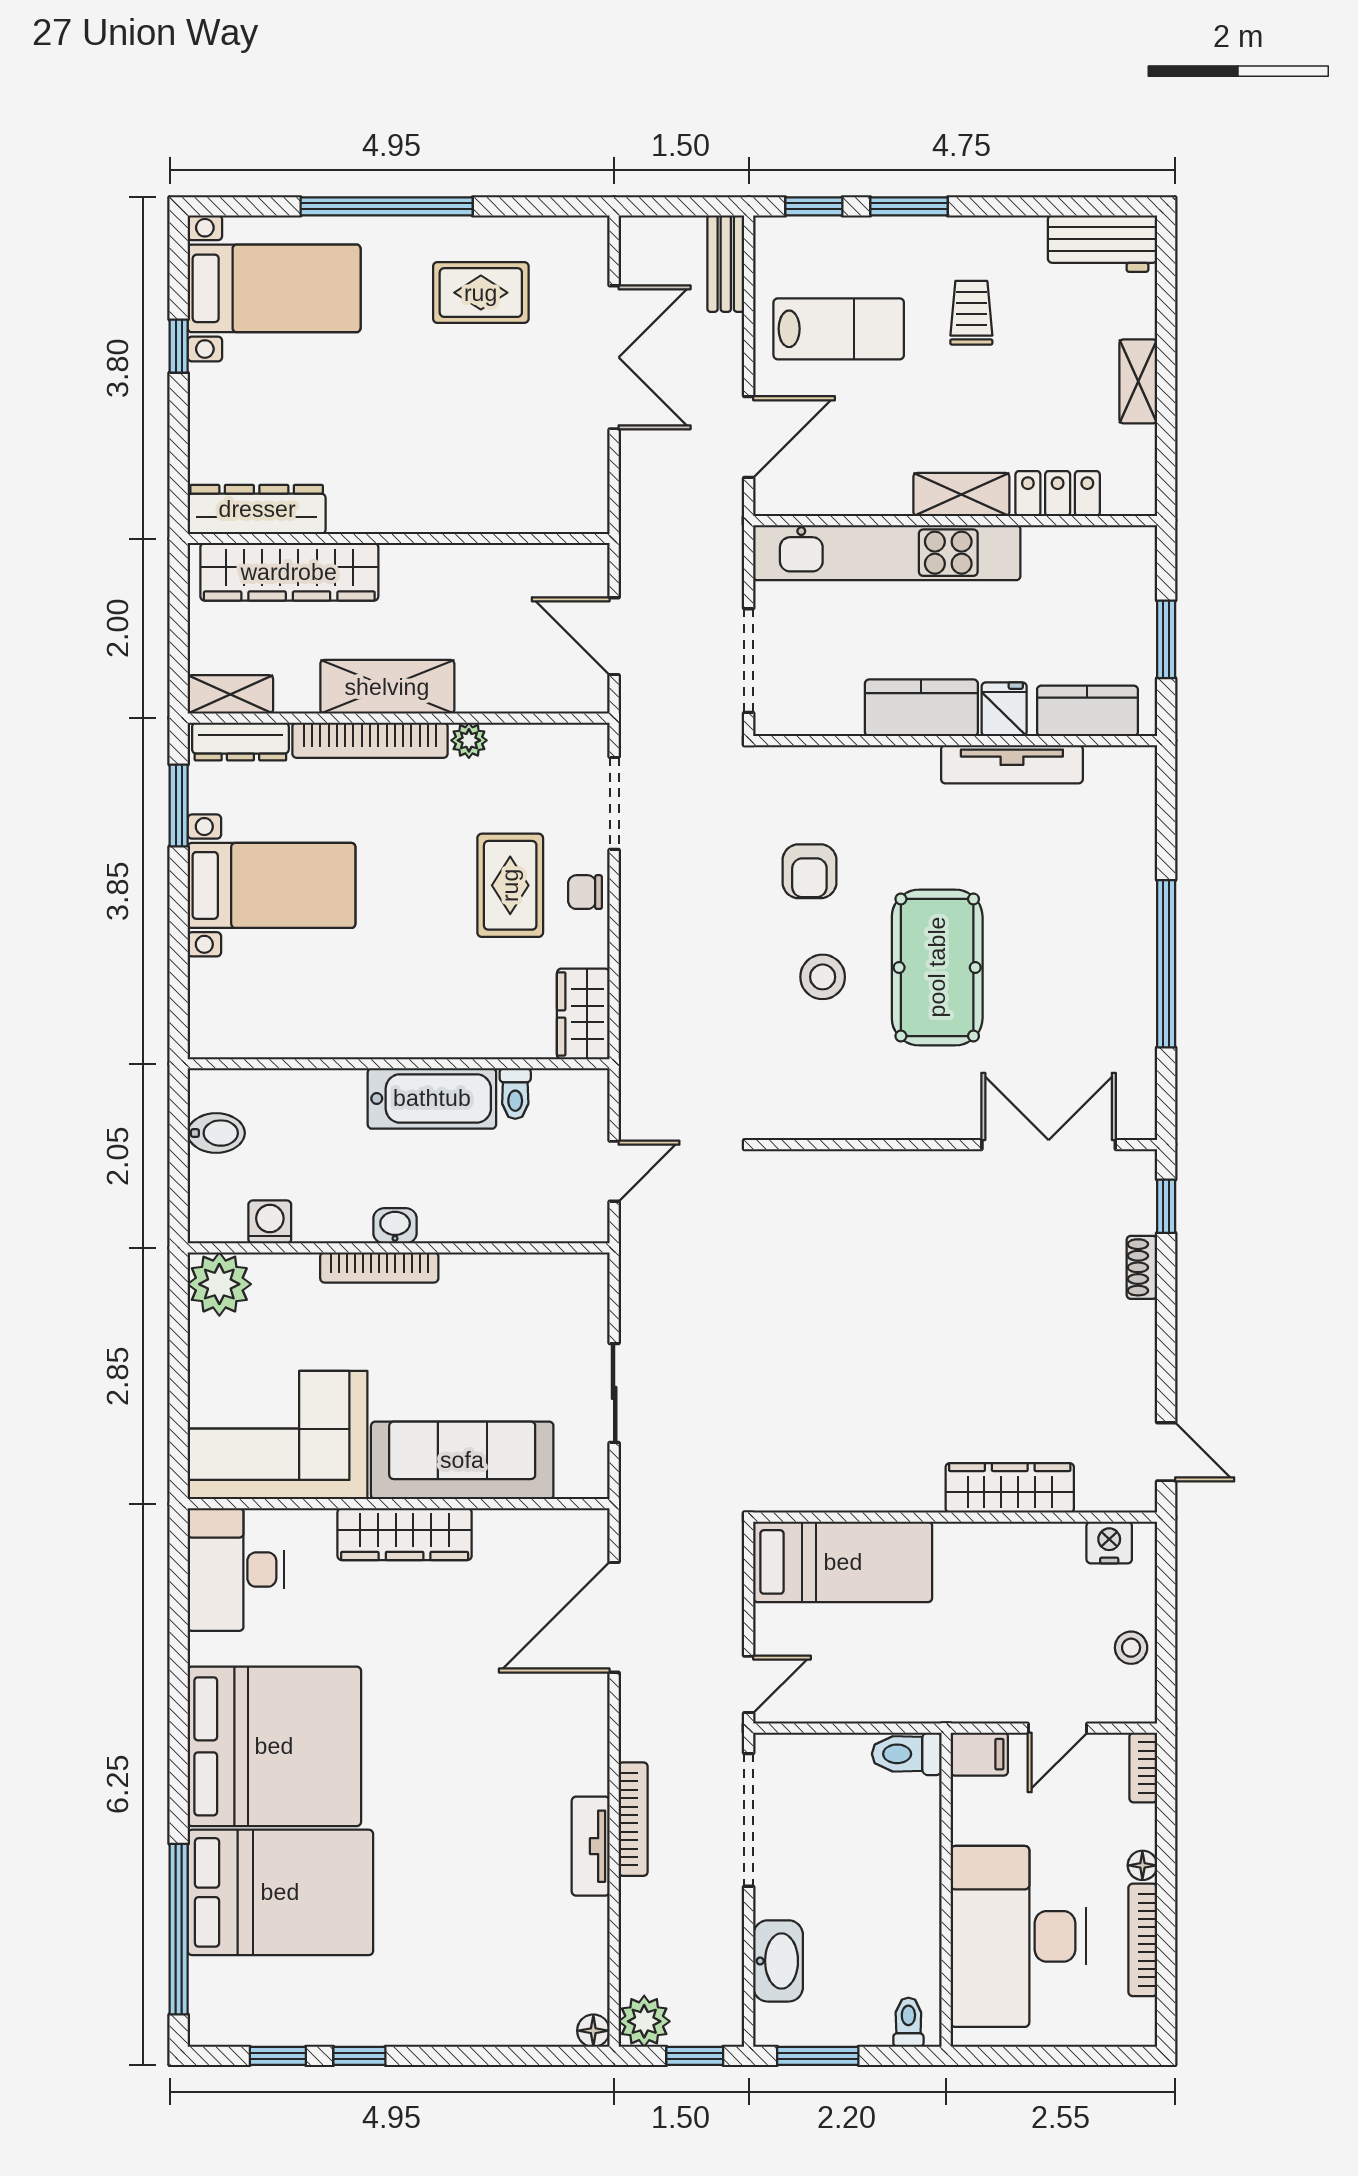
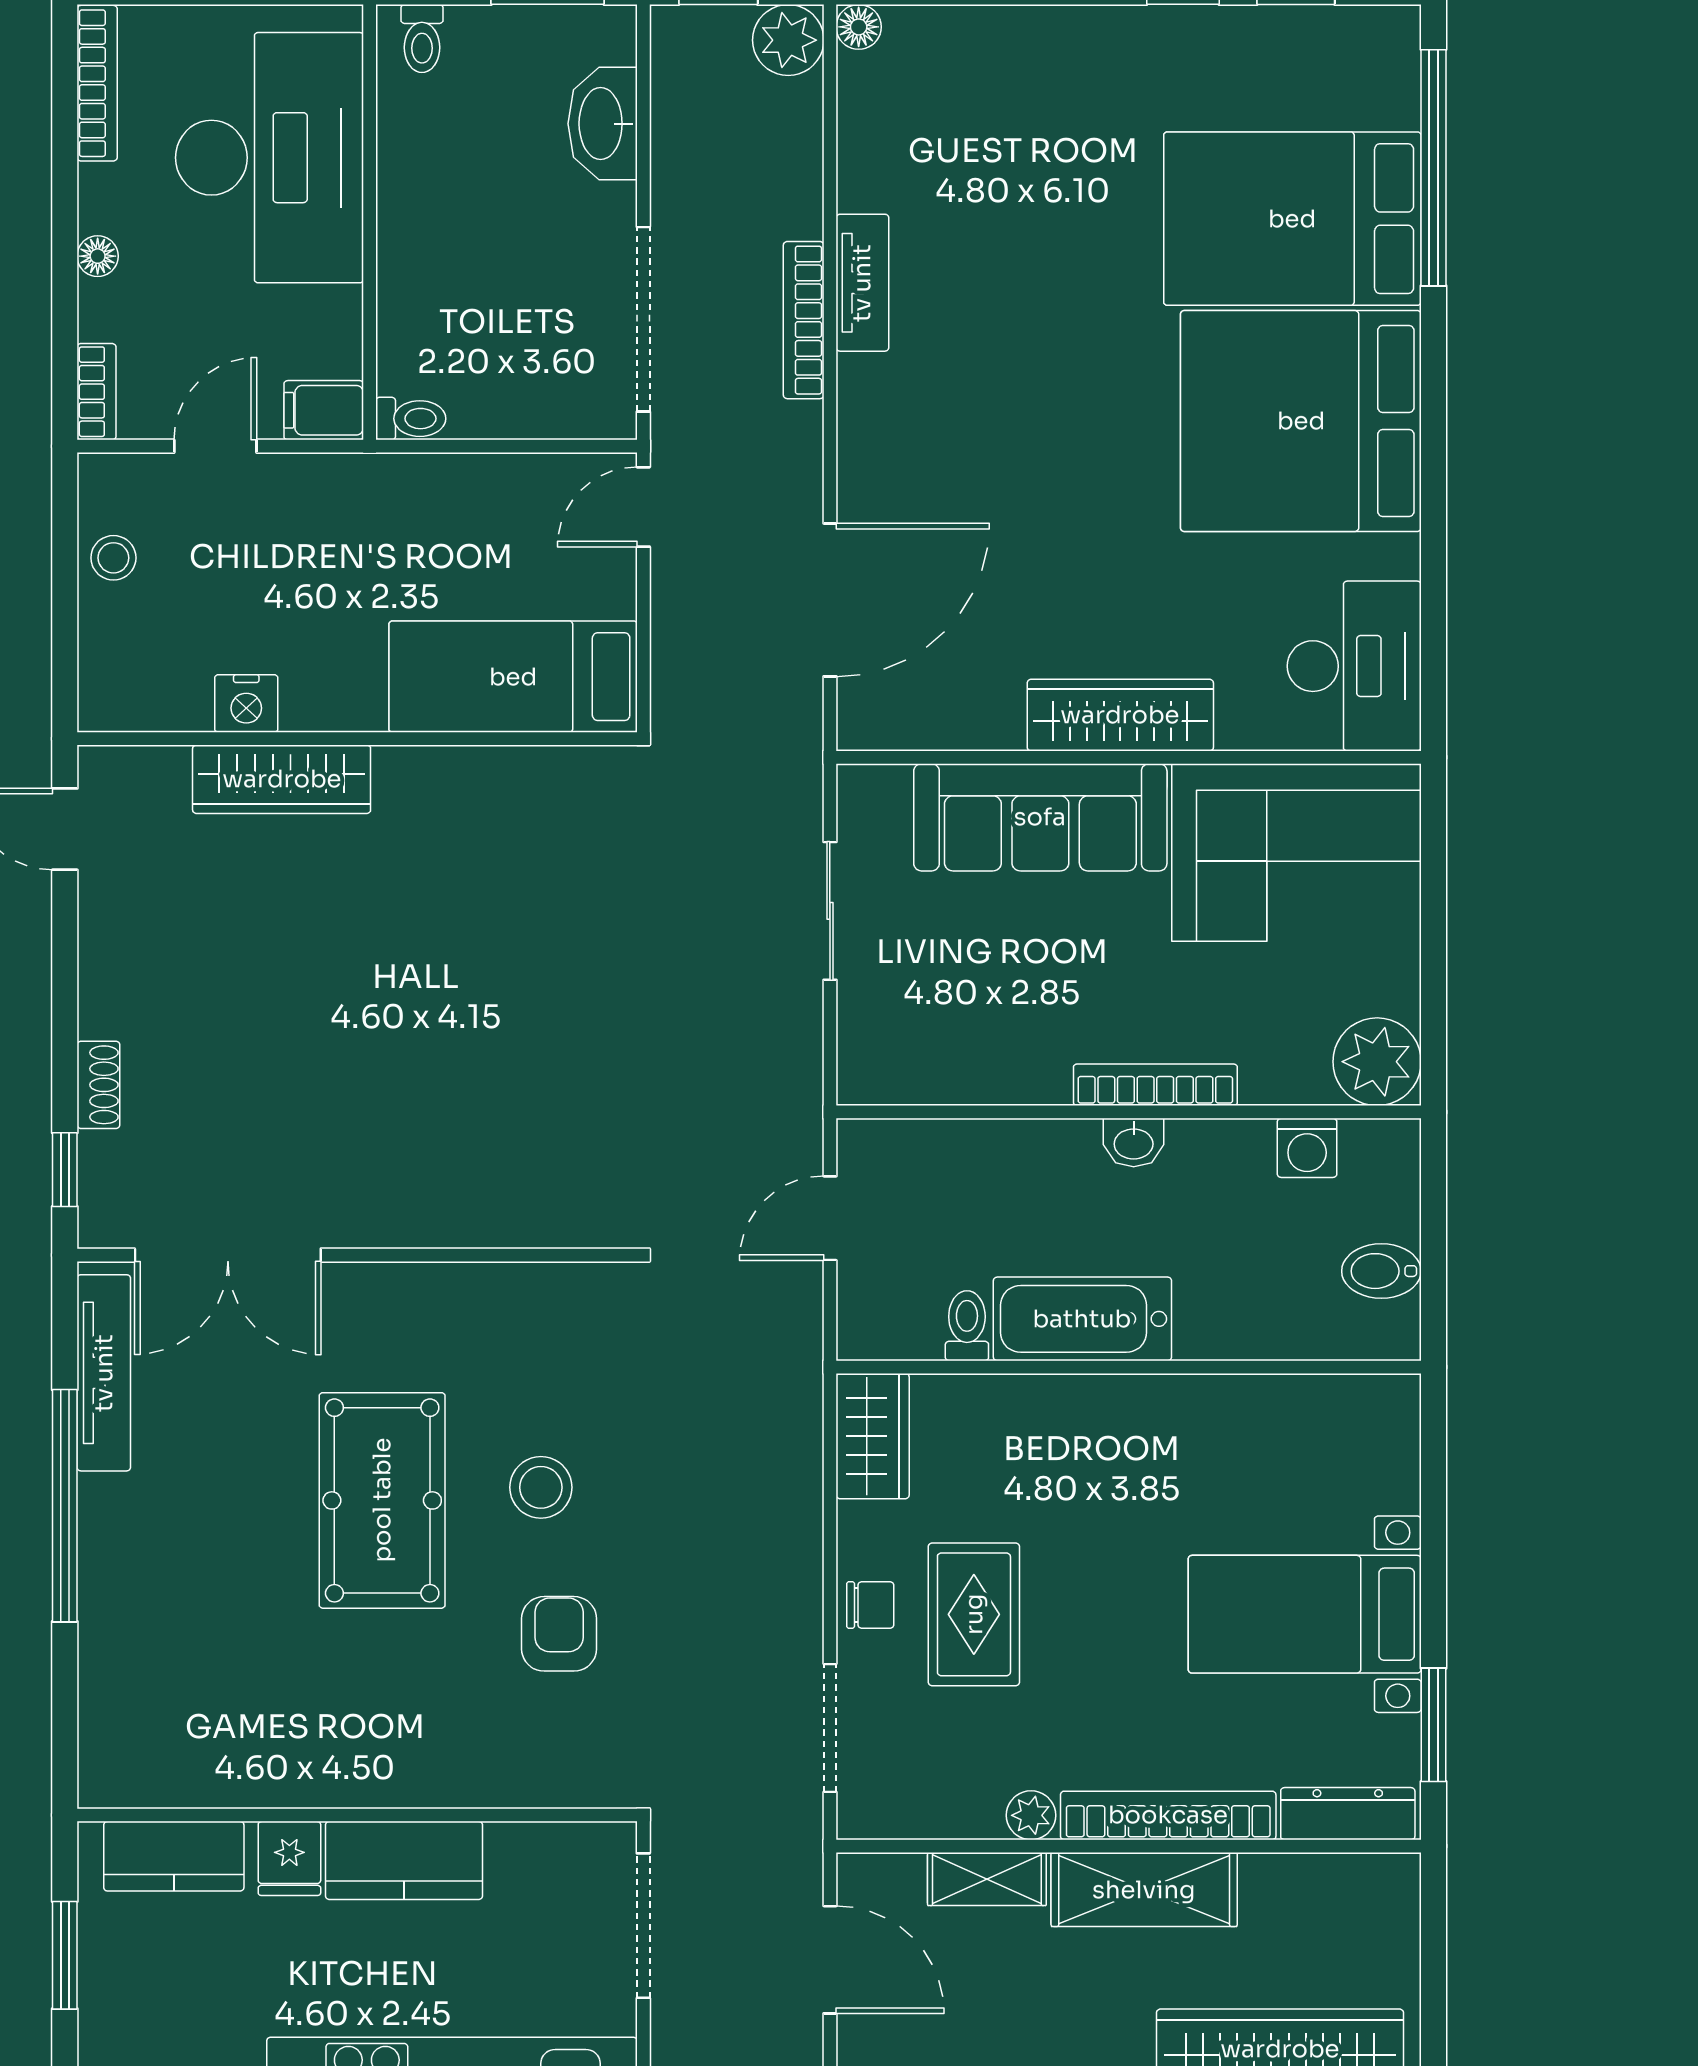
shelving: (230, 694) -> (987, 1879), moved
tv unit: (1012, 764) -> (104, 1373), moved, turned 90
nightstand: (1109, 1543) -> (246, 703), moved
toilet: (907, 1754) -> (411, 419), width x0.73, depth x0.72
bookcase: (1143, 1940) -> (97, 83), moved

